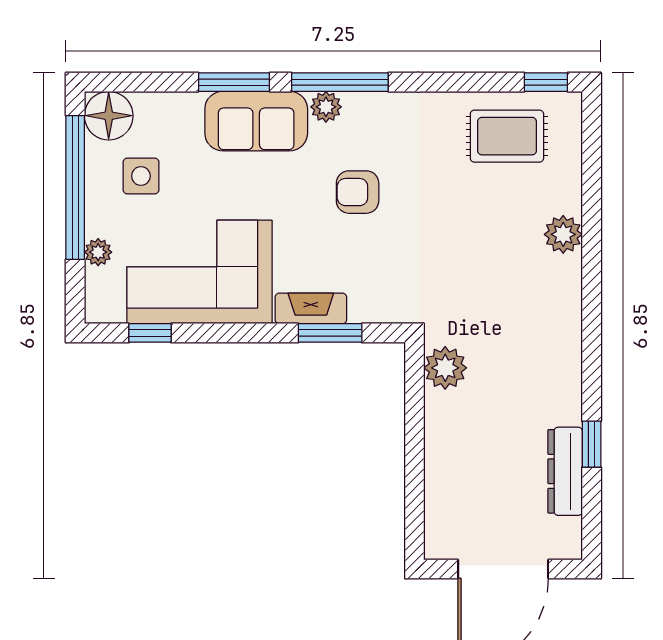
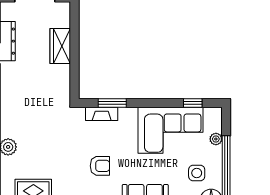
fireplace: (311, 308) -> (102, 114), moved
plant: (445, 368) -> (61, 87), removed
wardrobe: (446, 460) -> (60, 46), added

